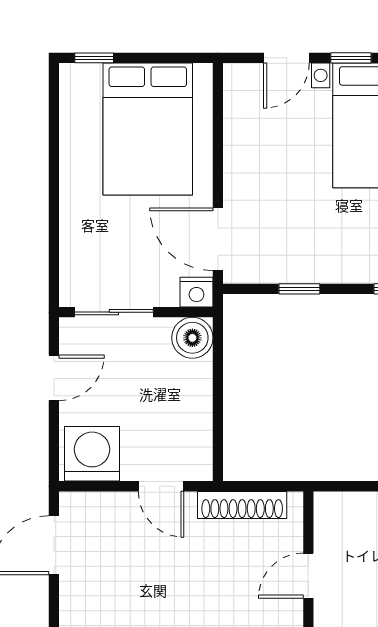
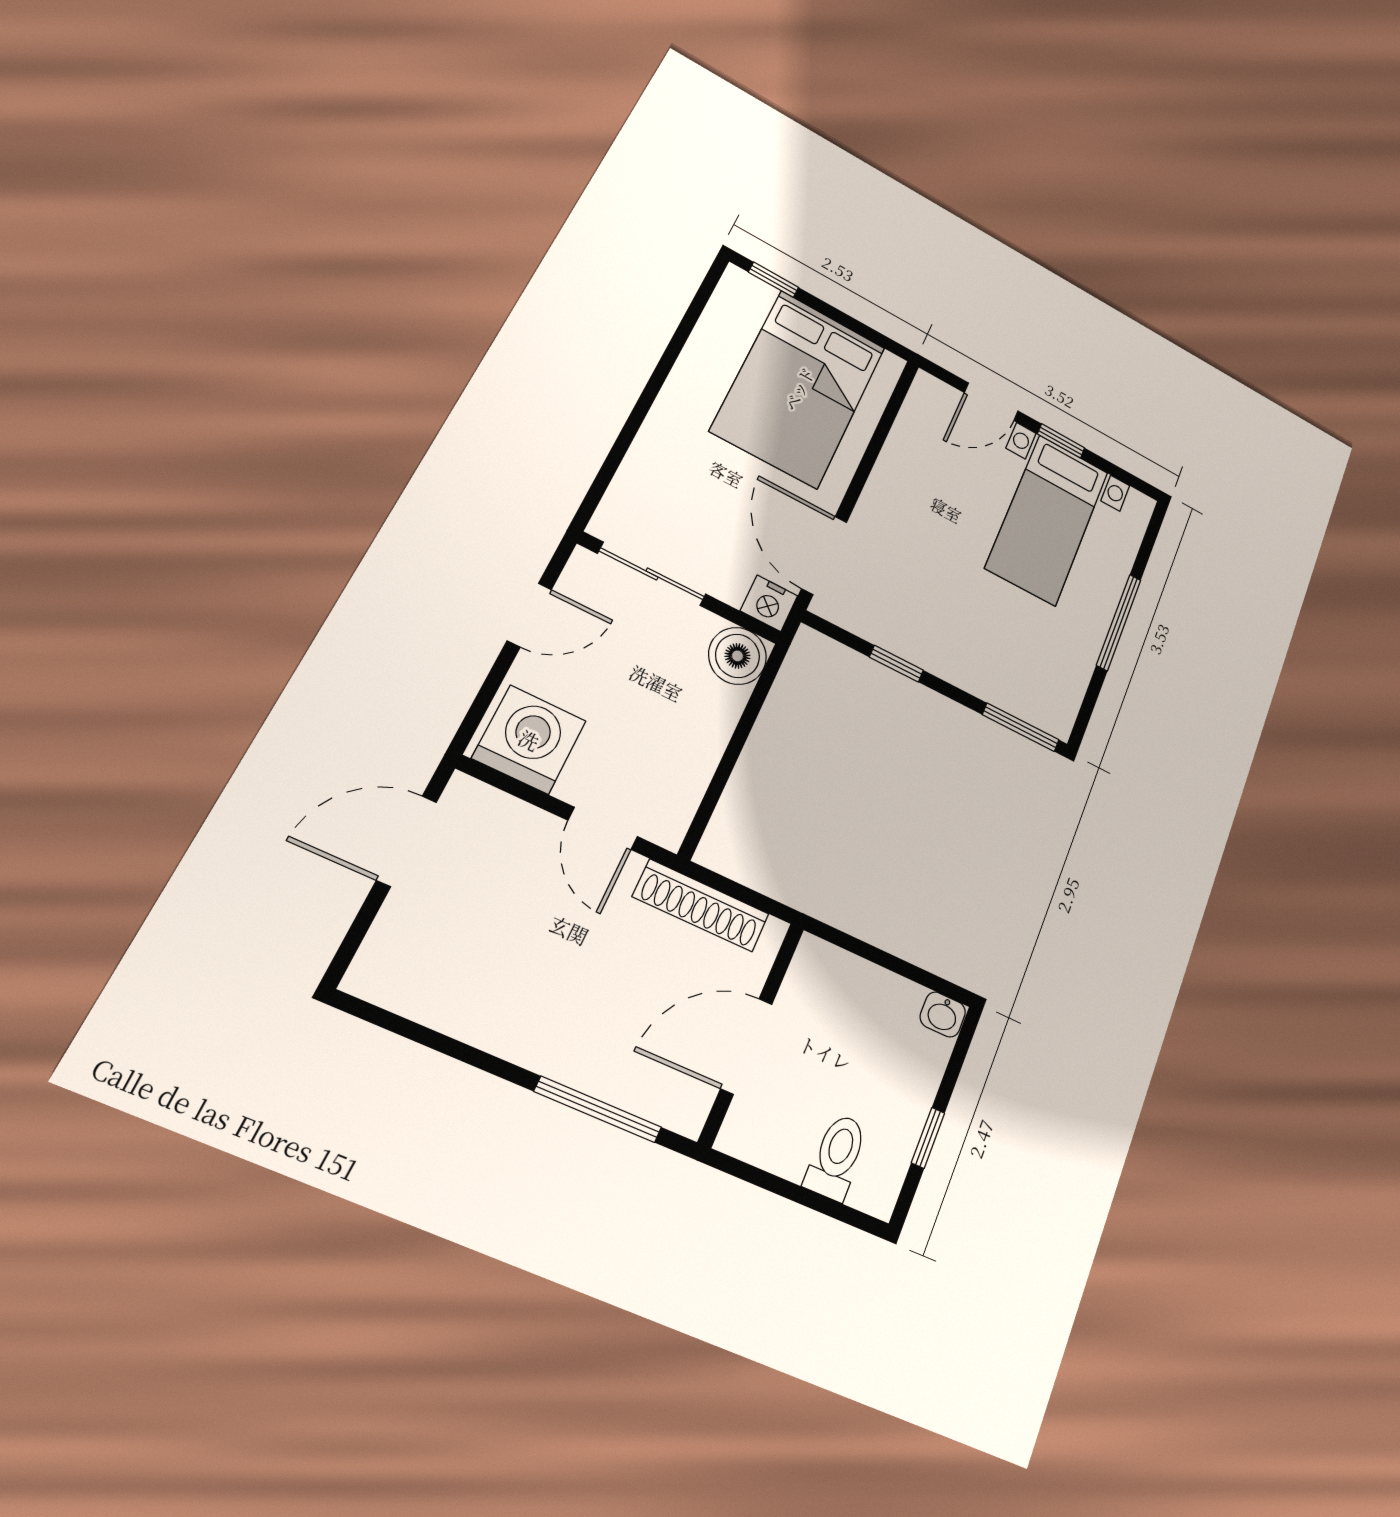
door: (308, 576) -> (746, 1046), width x1.38

